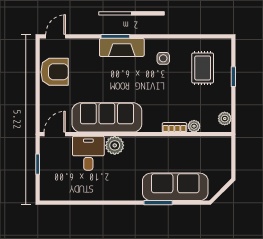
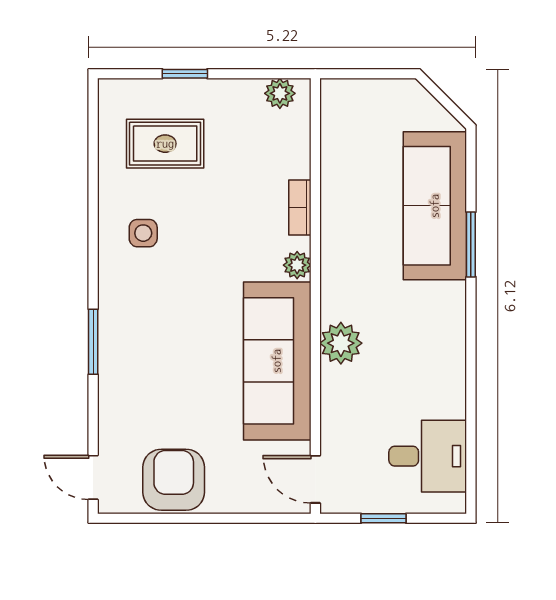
fireplace: (122, 47) -> (118, 327), removed
plant: (194, 126) -> (297, 265), moved
desk: (88, 153) -> (428, 456), moved, turned 180

